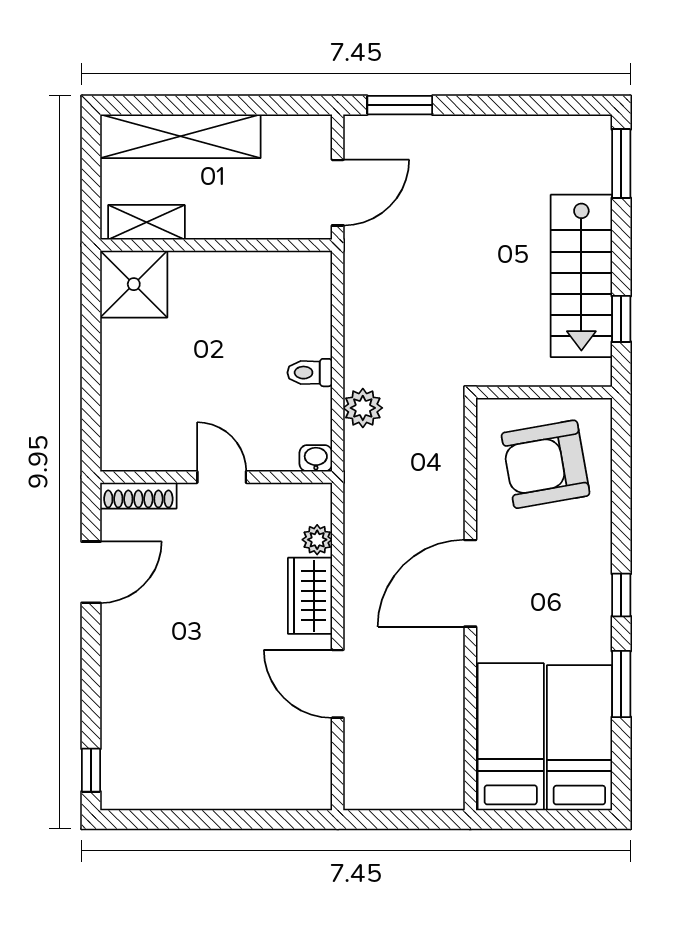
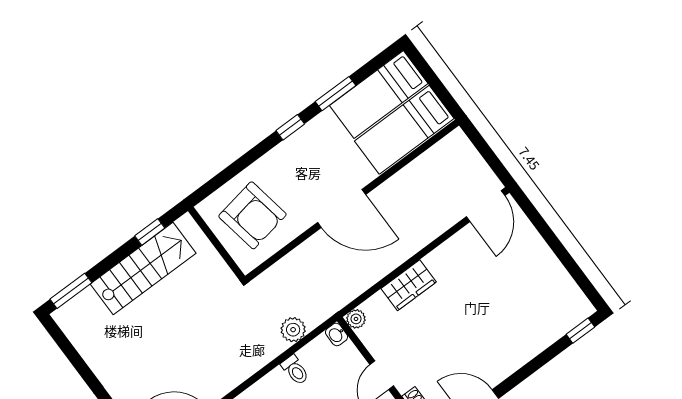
plant: (317, 540) -> (356, 319), moved
door: (338, 684) -> (486, 206), moved

